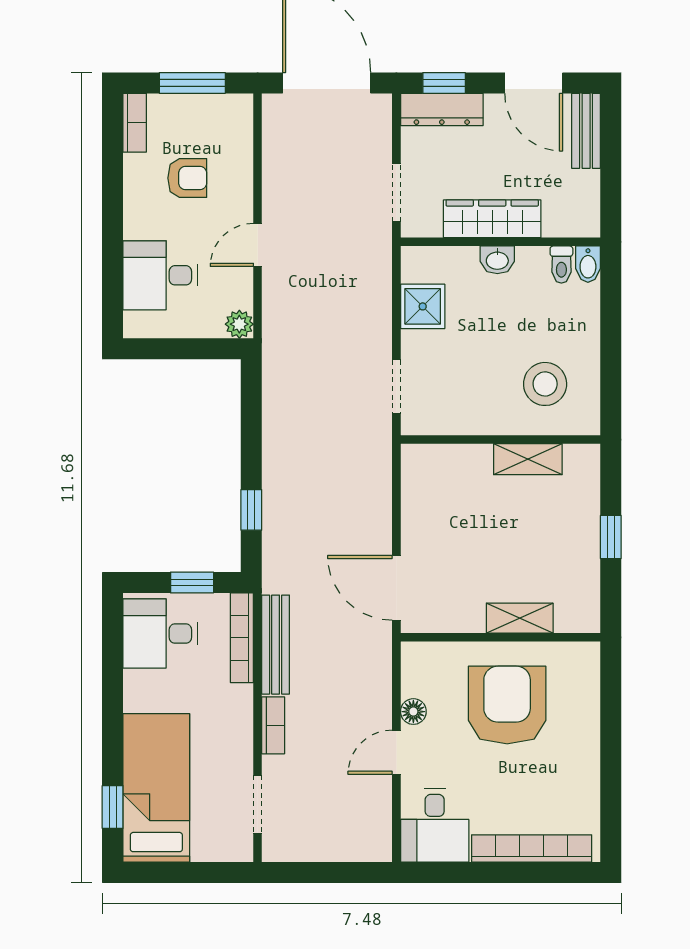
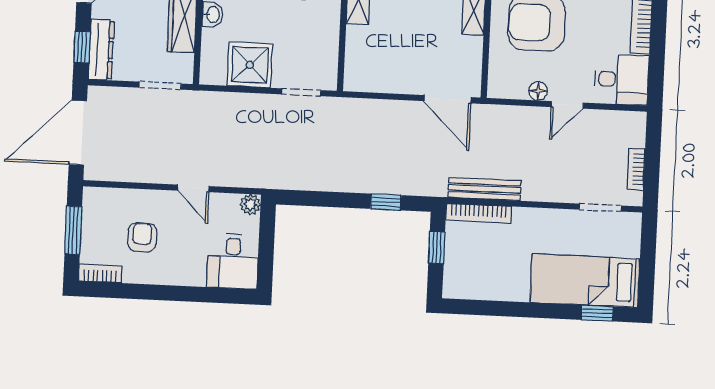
desk: (160, 275) -> (233, 261), moved
shower: (423, 306) -> (250, 65), width x1.36, depth x1.36
door: (396, 588) -> (447, 99), hinge flipped
desk: (160, 634) -> (473, 272), removed
bookcase: (273, 725) -> (636, 169), moved, turned -90
door: (396, 752) -> (567, 105), hinge flipped

